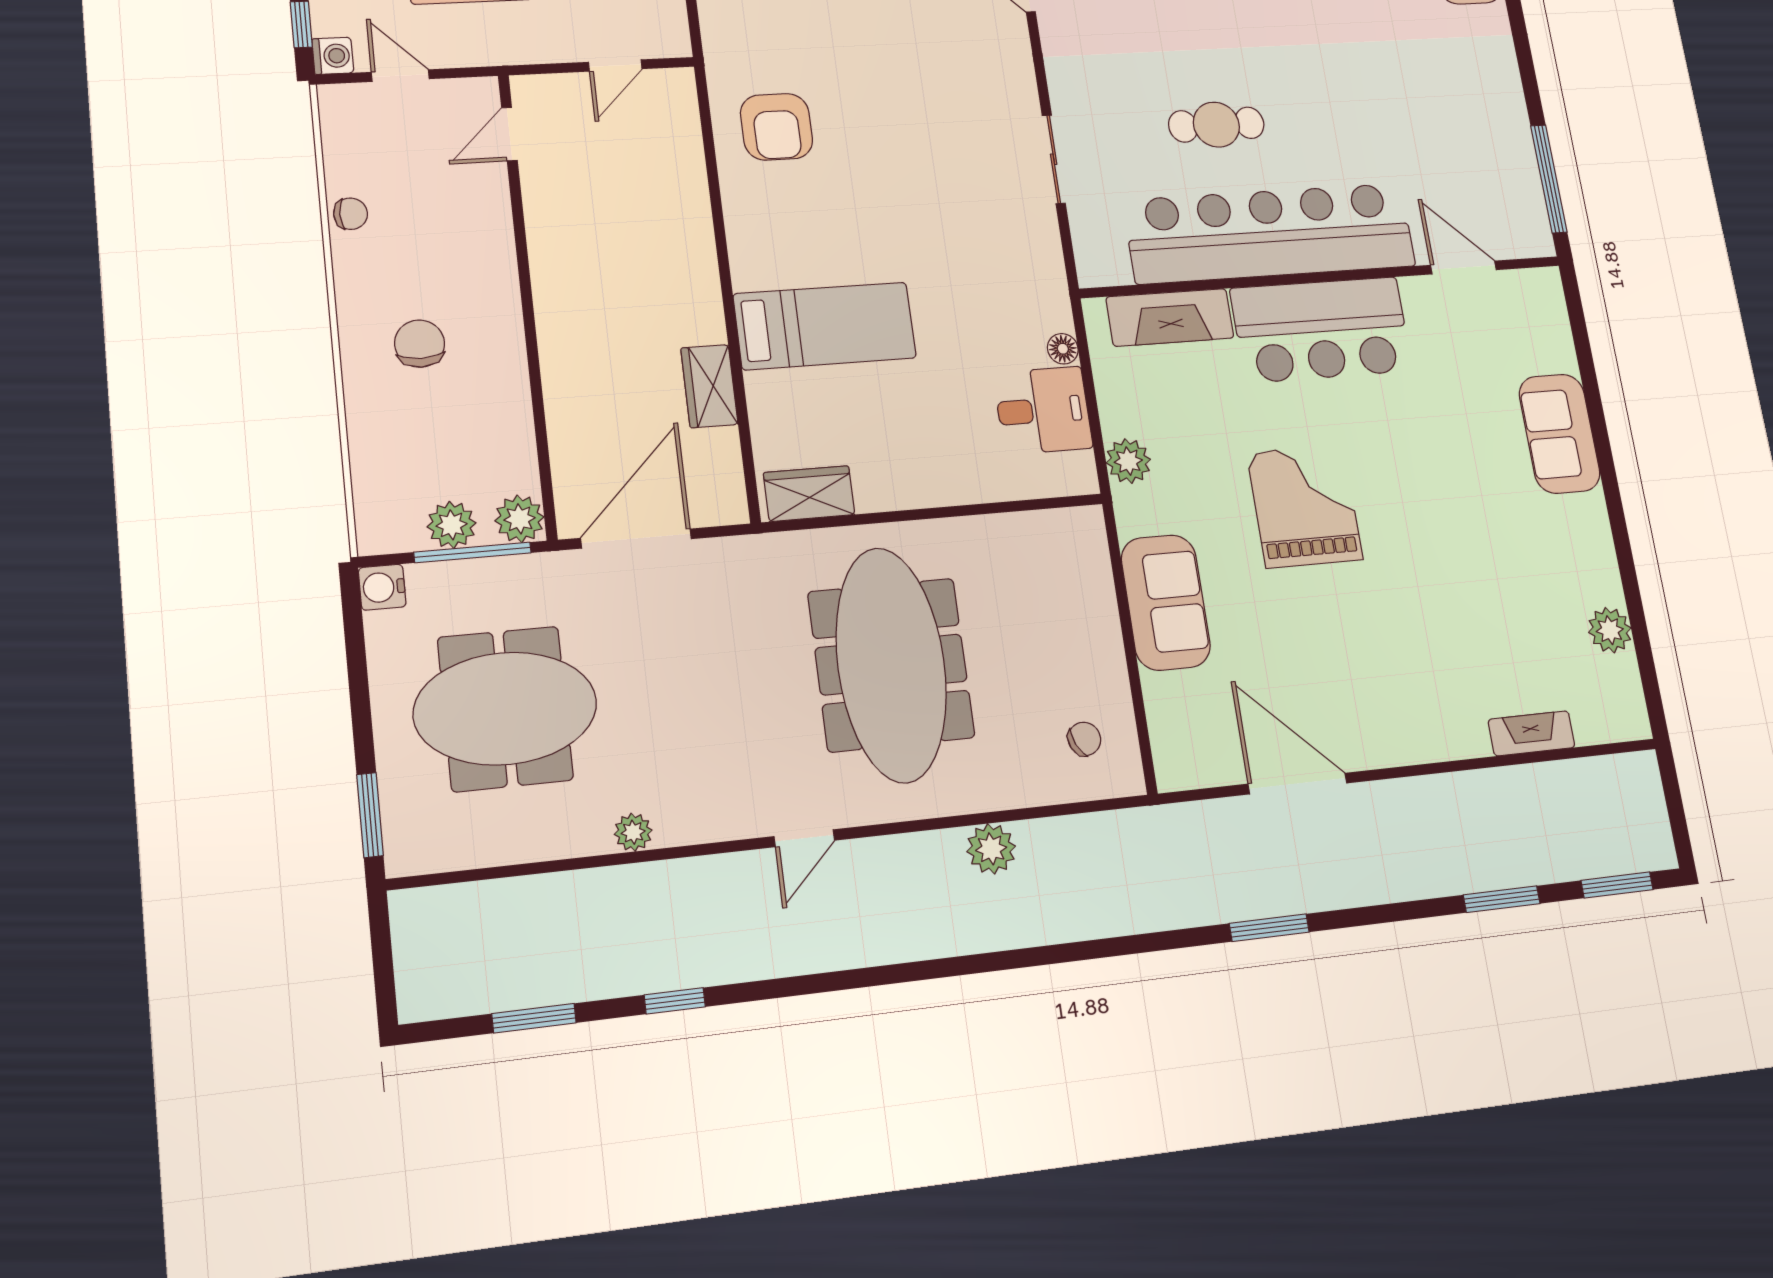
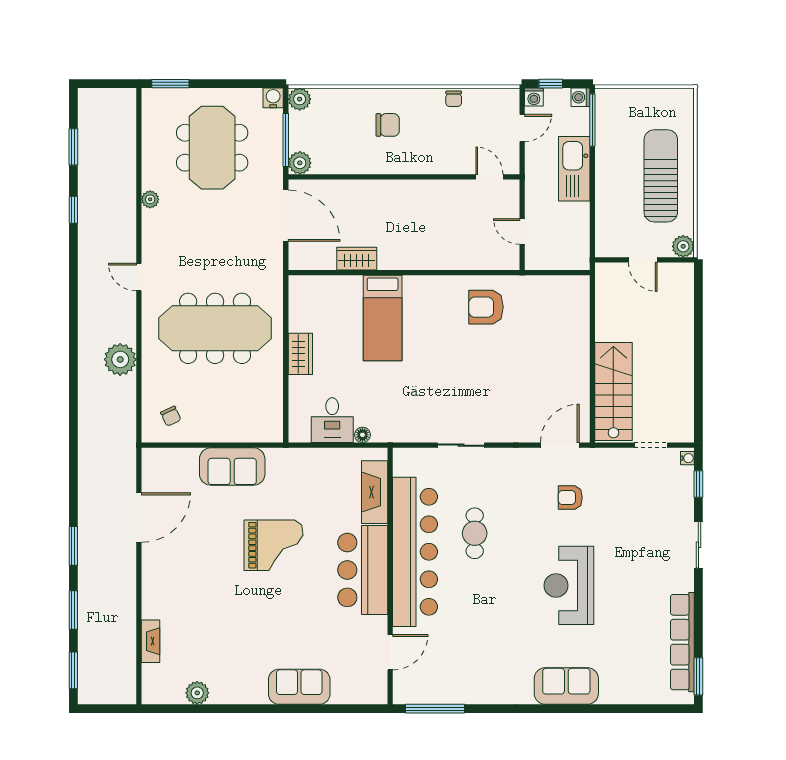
plant: (1128, 461) -> (303, 459), removed
wardrobe: (809, 494) -> (300, 354), moved
plant: (452, 525) -> (300, 99), moved
plant: (991, 849) -> (120, 359), width x1.36, depth x1.36
window: (1269, 928) -> (73, 546), moved

